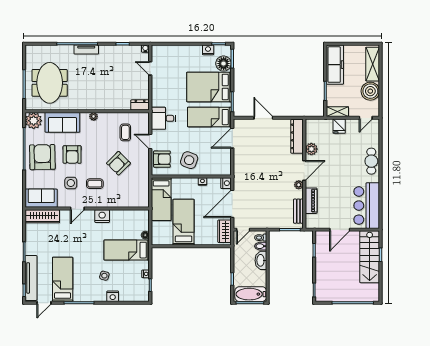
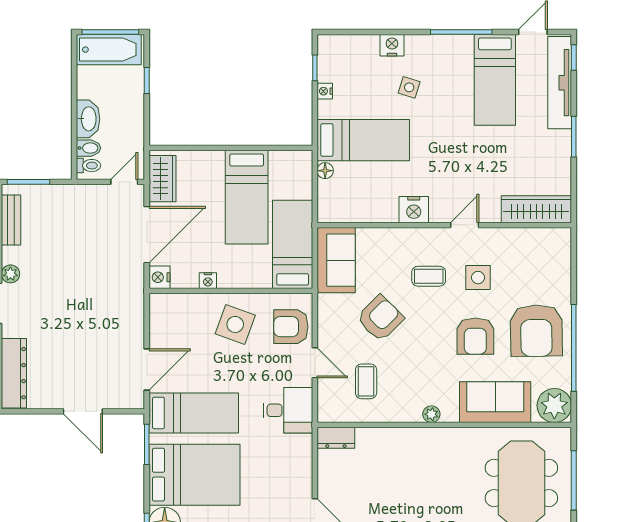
armchair: (72, 155) -> (475, 336), turned 180
sofa: (41, 198) -> (336, 260), moved, turned -90

